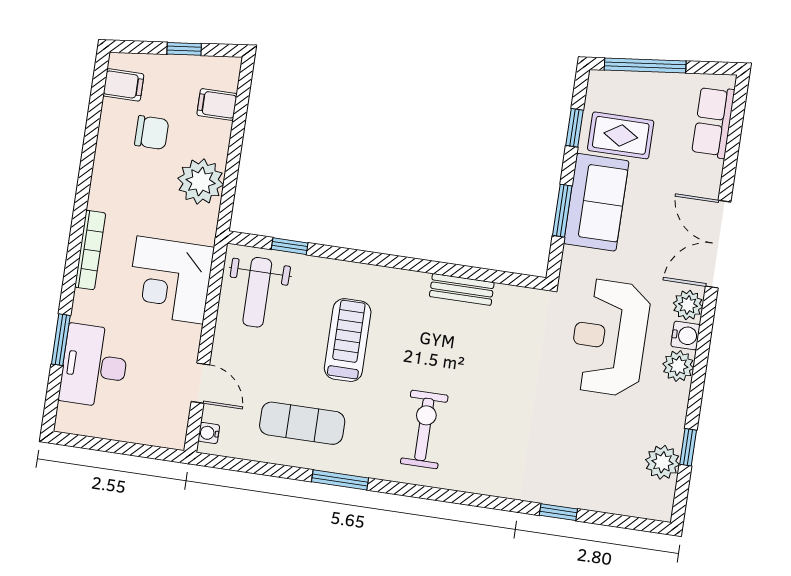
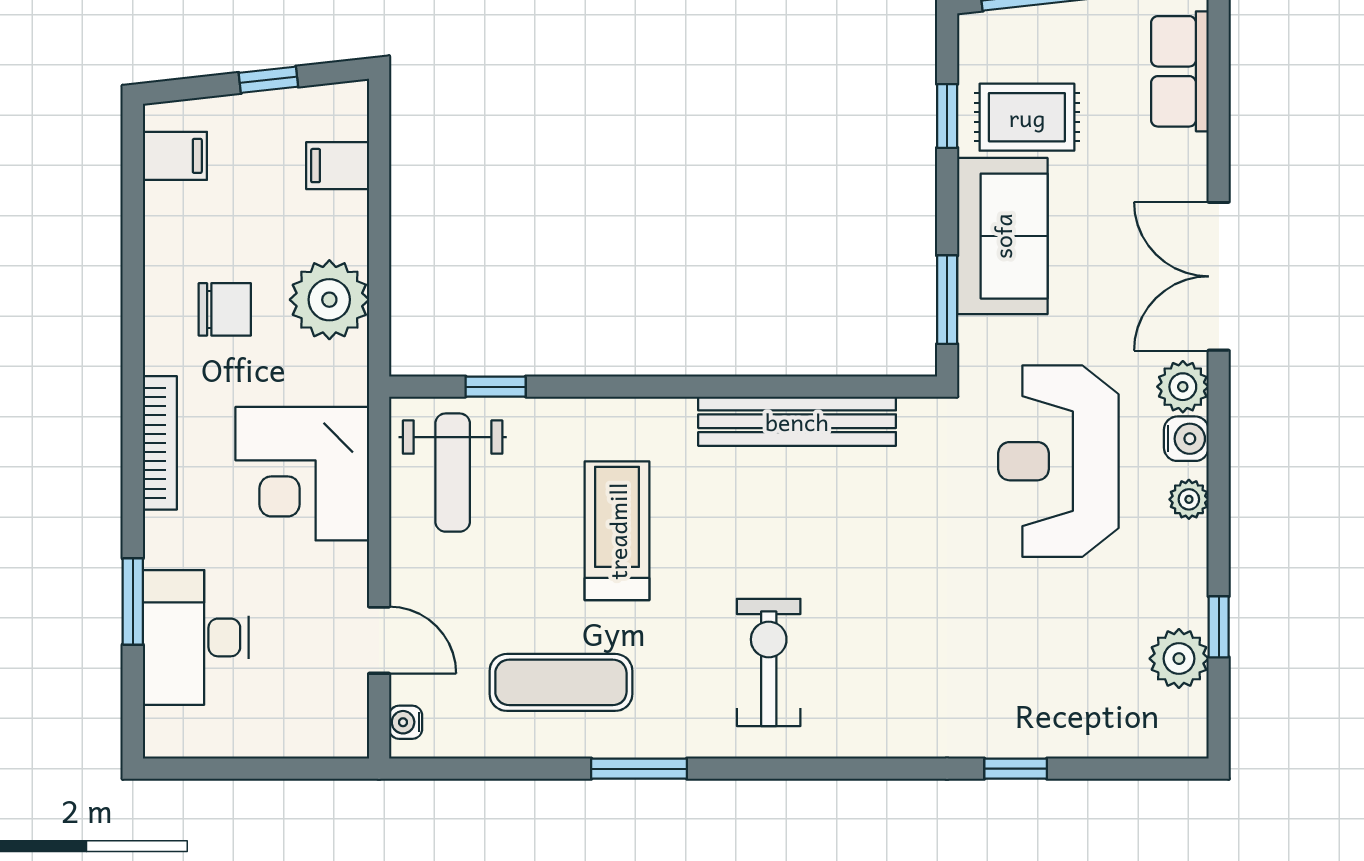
chair: (152, 133) -> (225, 309), moved
window: (562, 211) -> (947, 300), moved
bench: (462, 289) -> (797, 421), width x1.86, depth x1.21
plant: (678, 366) -> (1189, 499), width x0.73, depth x0.73

